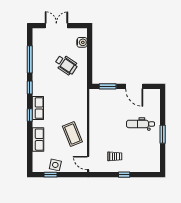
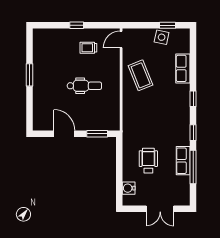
wheelchair: (66, 65) -> (148, 161), turned 56
row of seats: (38, 108) -> (183, 161), moved
dental chair: (141, 124) -> (84, 86), moved
door: (88, 163) -> (121, 39), swing flipped

